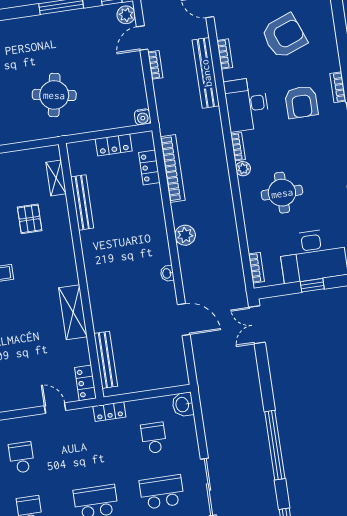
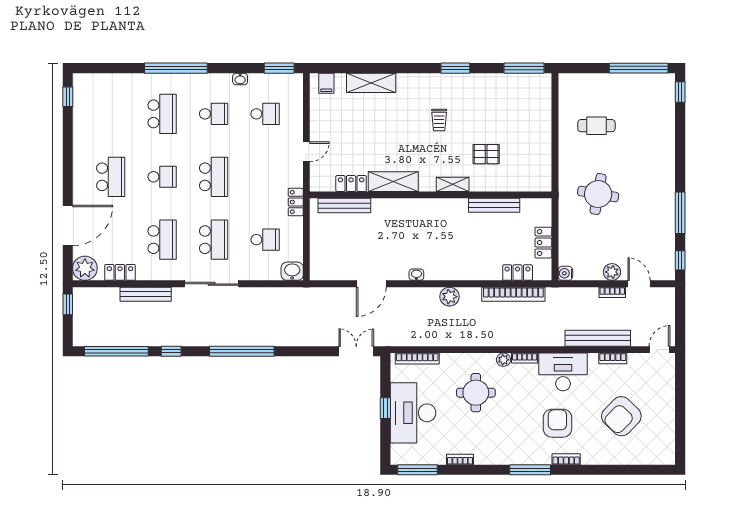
plant: (126, 15) -> (612, 272), moved
armchair: (284, 36) -> (621, 416), turned 65
armchair: (301, 102) -> (557, 423), turned 90
shelving: (56, 178) -> (453, 184), moved
bookcase: (256, 268) -> (417, 359), width x1.56
locker: (85, 383) -> (351, 184), moved

